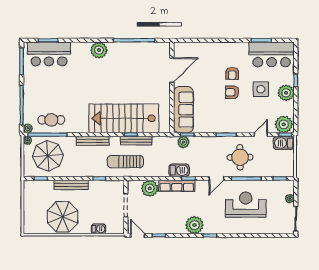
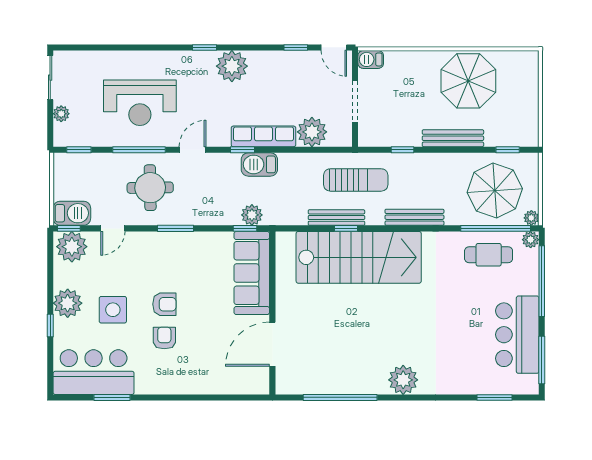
bar counter: (49, 54) -> (517, 335), moved, turned -90
barbecue: (99, 229) -> (371, 59), moved

